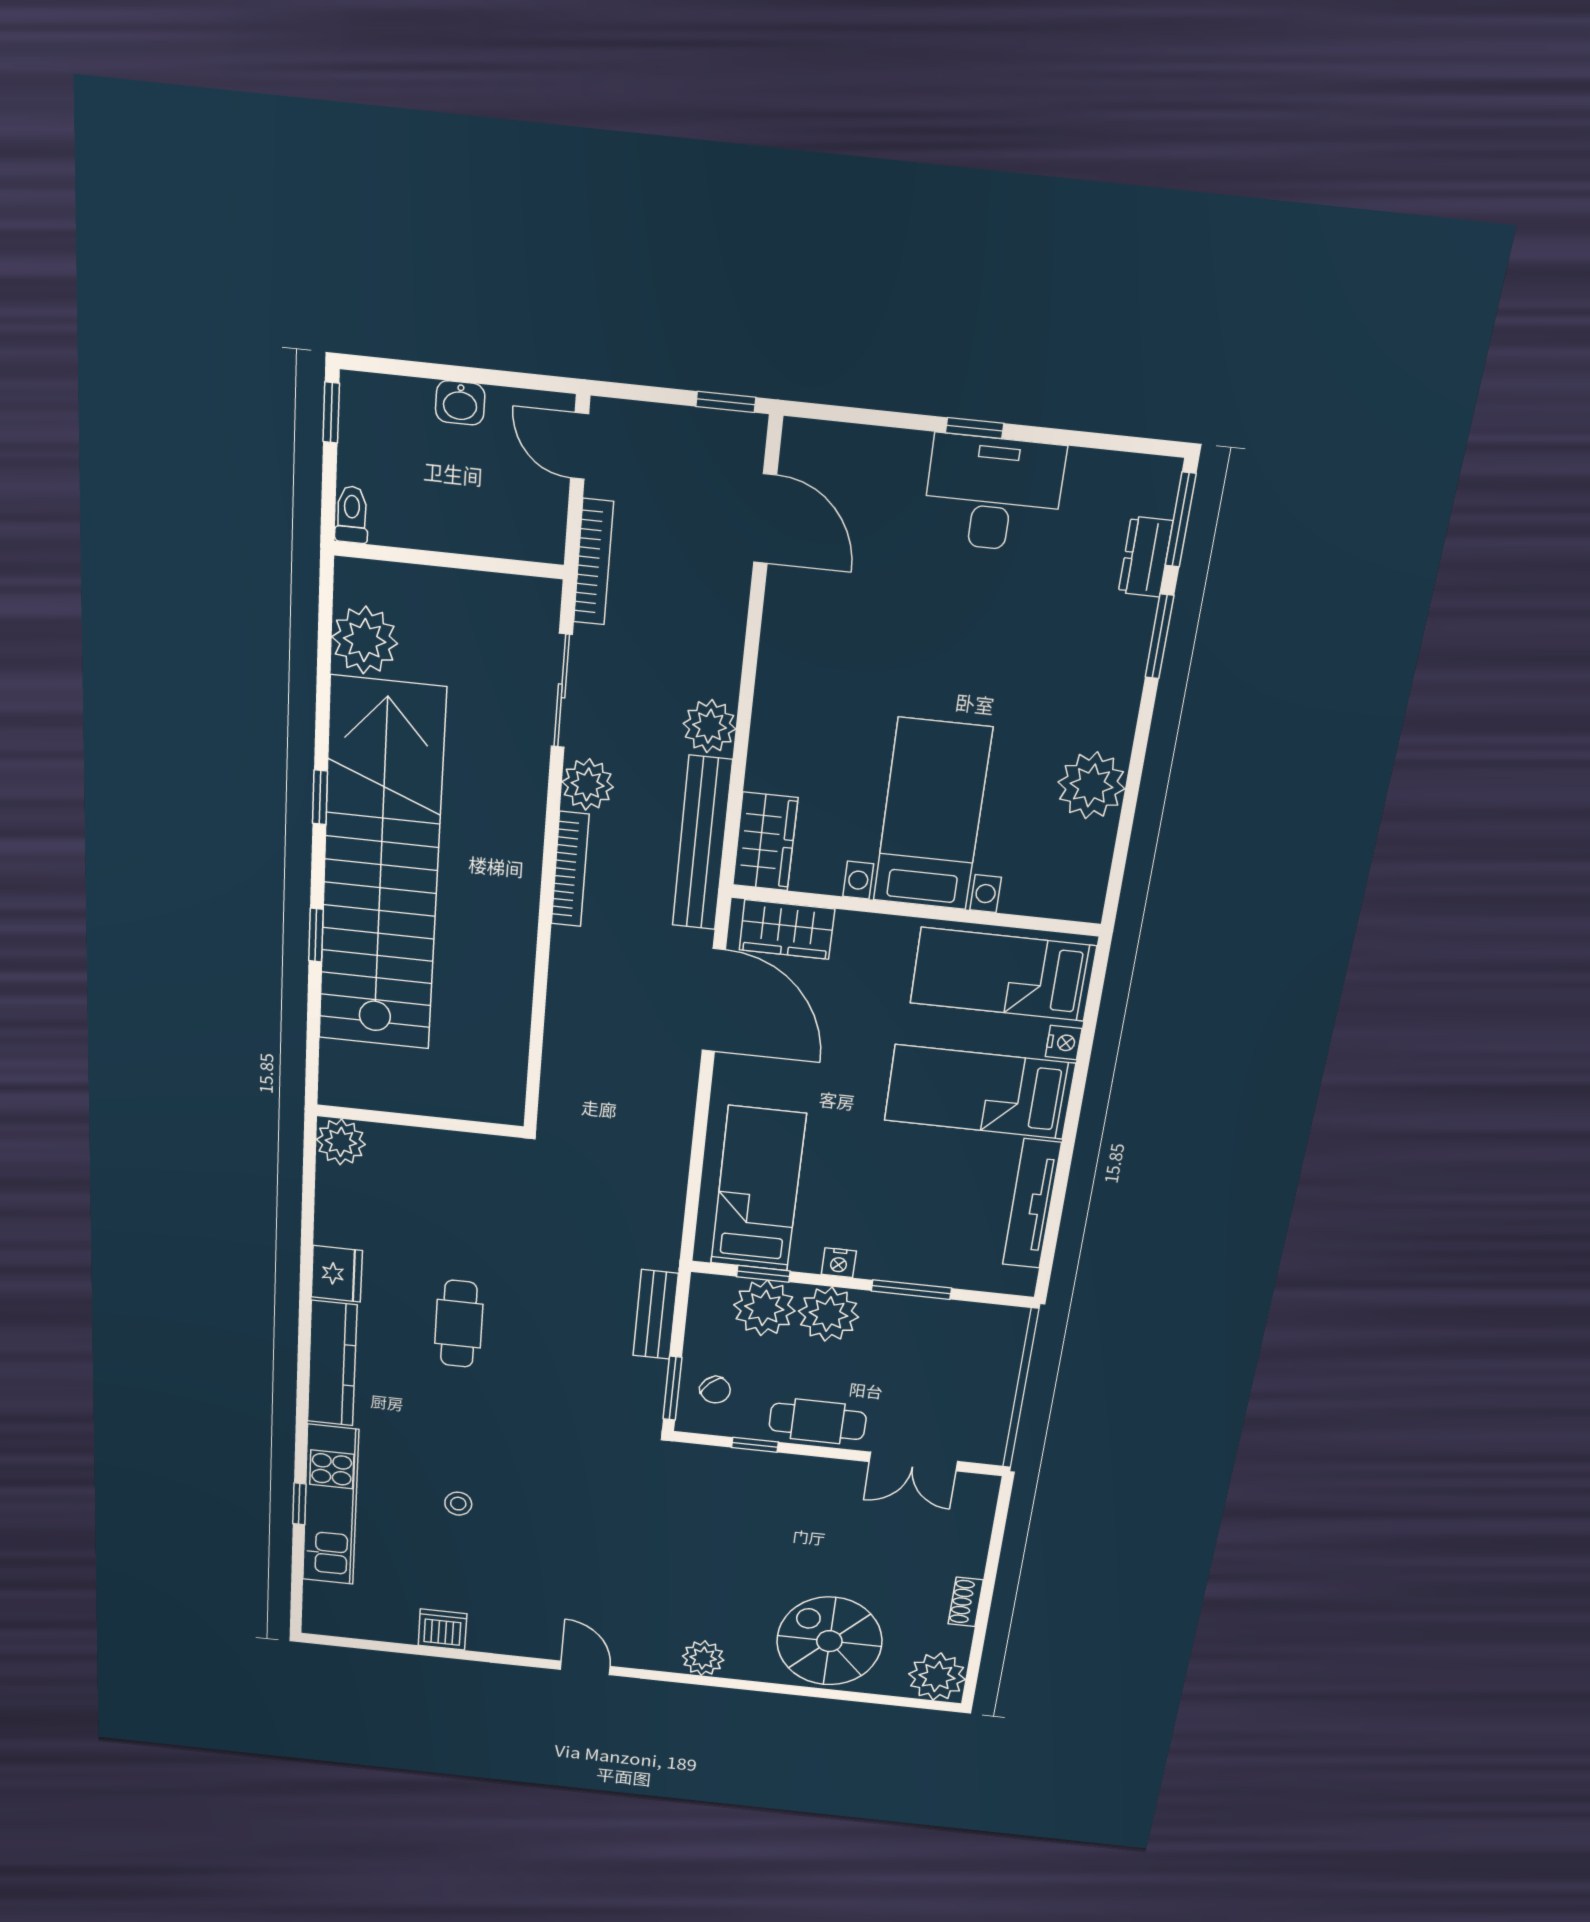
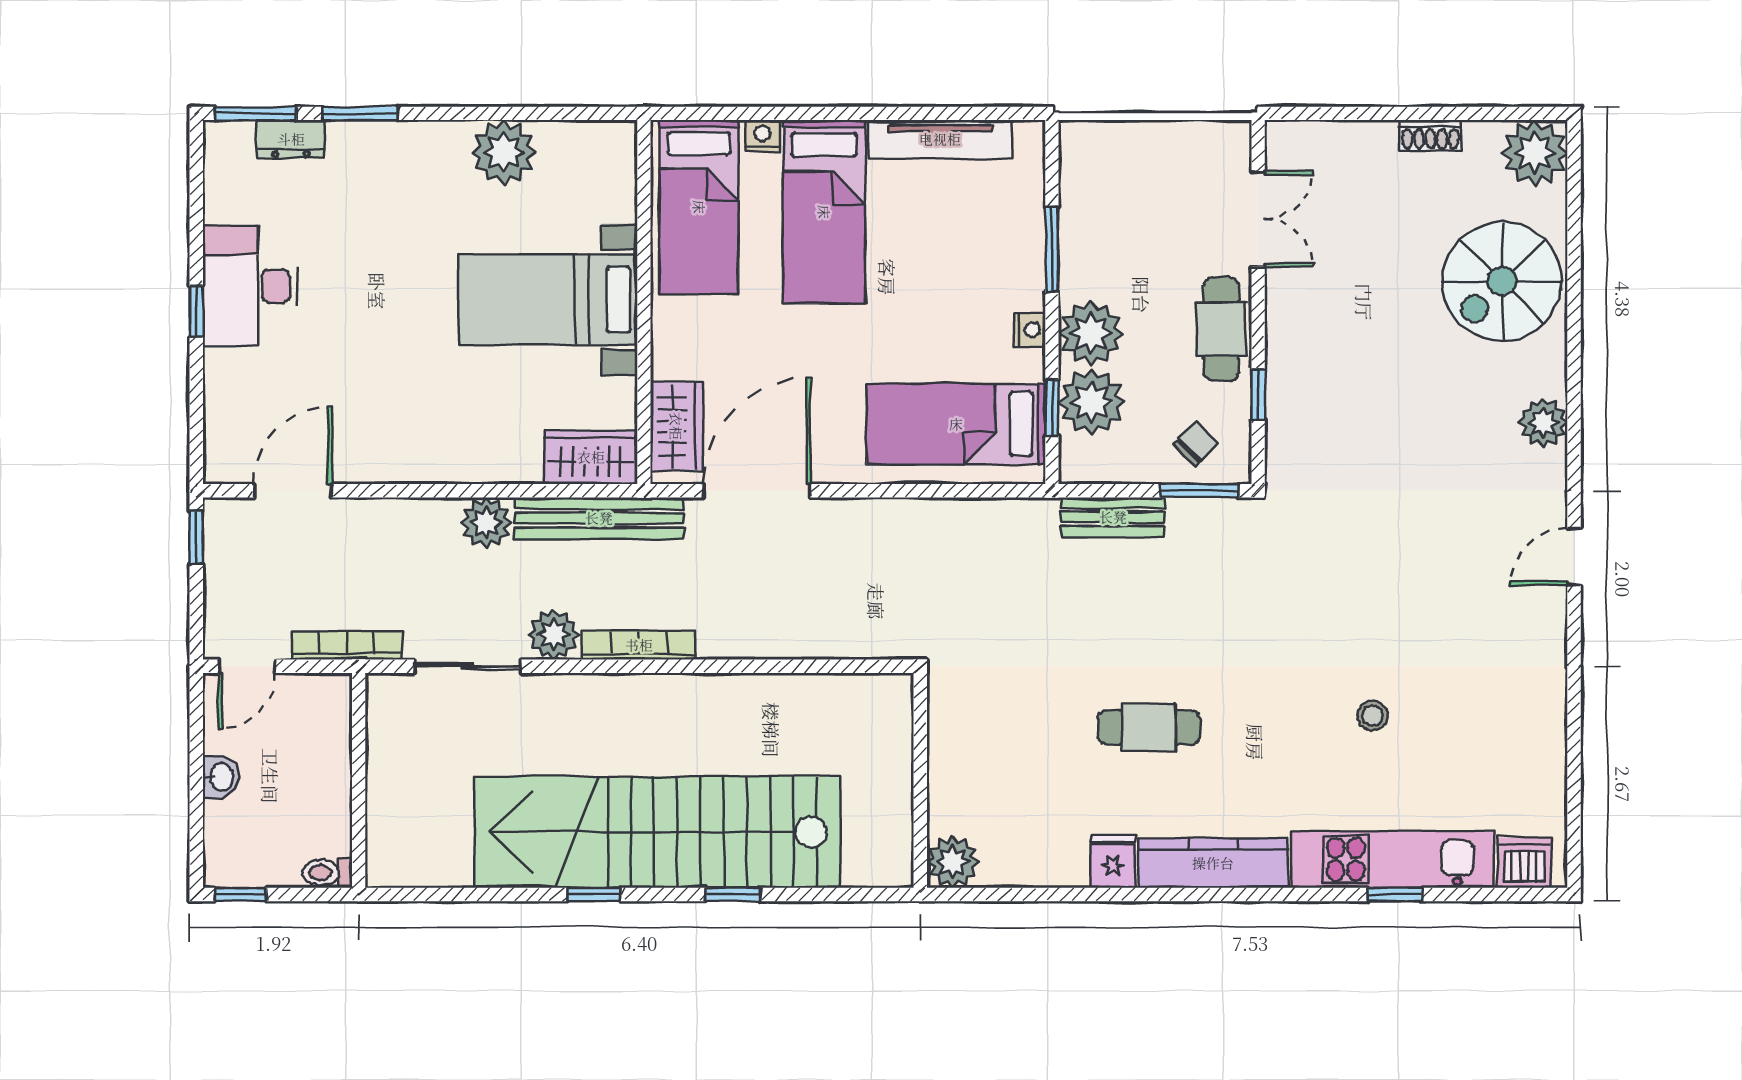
plant: (365, 640) -> (440, 856), removed
fridge: (337, 1274) -> (1113, 861), width x0.72
dishwasher: (442, 1630) -> (1524, 863), moved, turned 90

